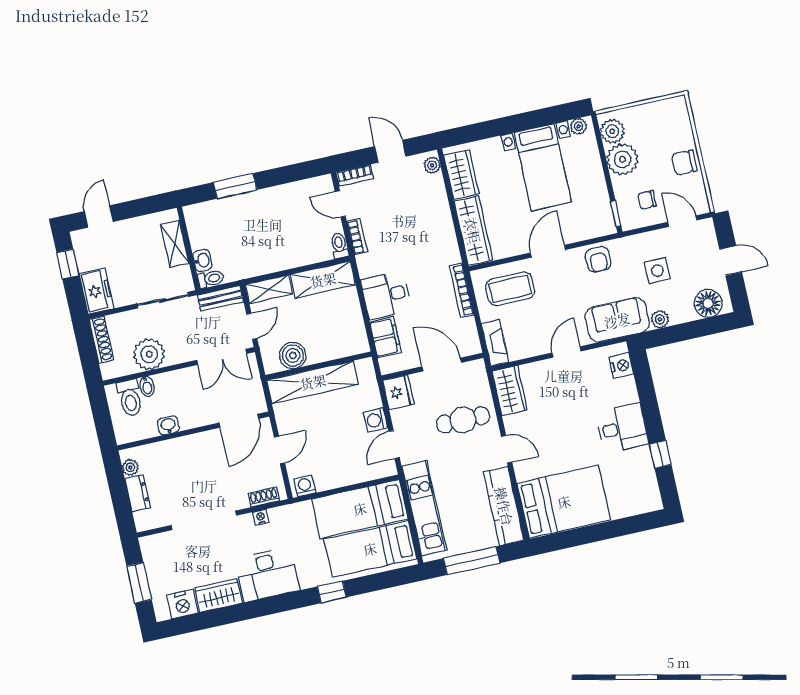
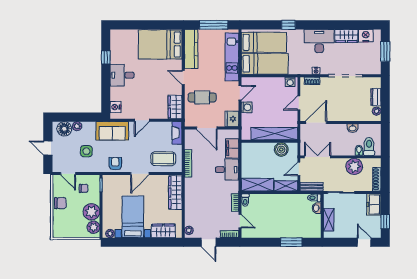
wardrobe: (461, 174) -> (163, 231), moved, turned 90
door: (99, 216) -> (364, 242), swing flipped
plant: (660, 319) -> (77, 126), moved

